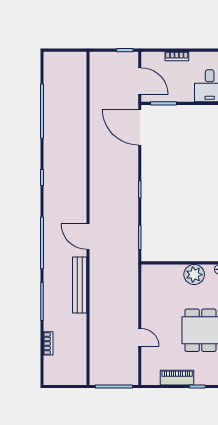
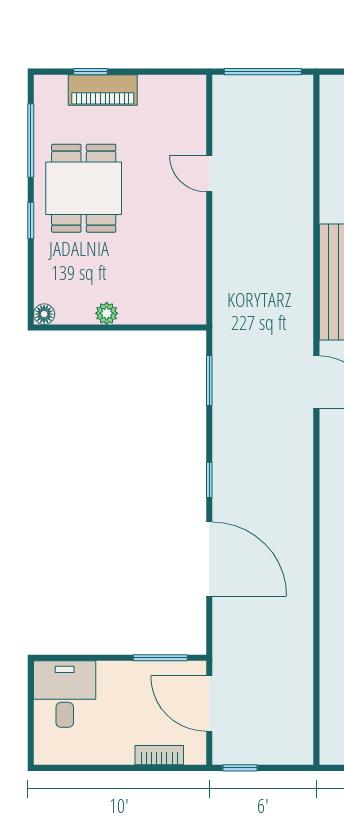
bookcase: (177, 56) -> (159, 755), moved
door: (140, 127) -> (209, 559), moved
plant: (194, 275) -> (107, 313), width x0.53, depth x0.53
piano: (177, 378) -> (103, 90), moved

